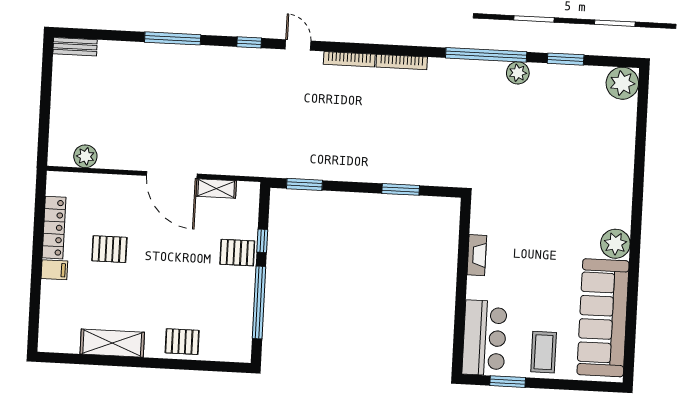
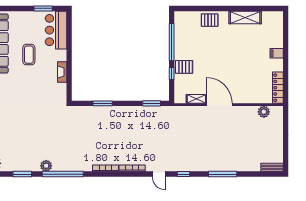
locker: (54, 228) -> (278, 88), moved
pallet: (109, 249) -> (249, 65), removed
coffee table: (544, 352) -> (29, 55), moved

